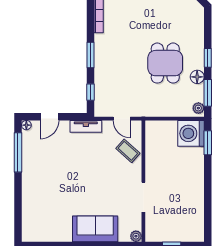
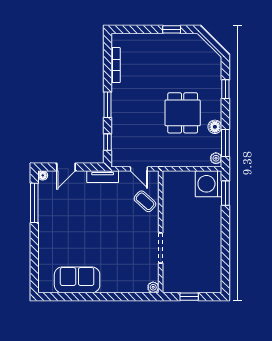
window: (208, 58) -> (225, 89), moved
sofa: (95, 229) -> (77, 280), moved

